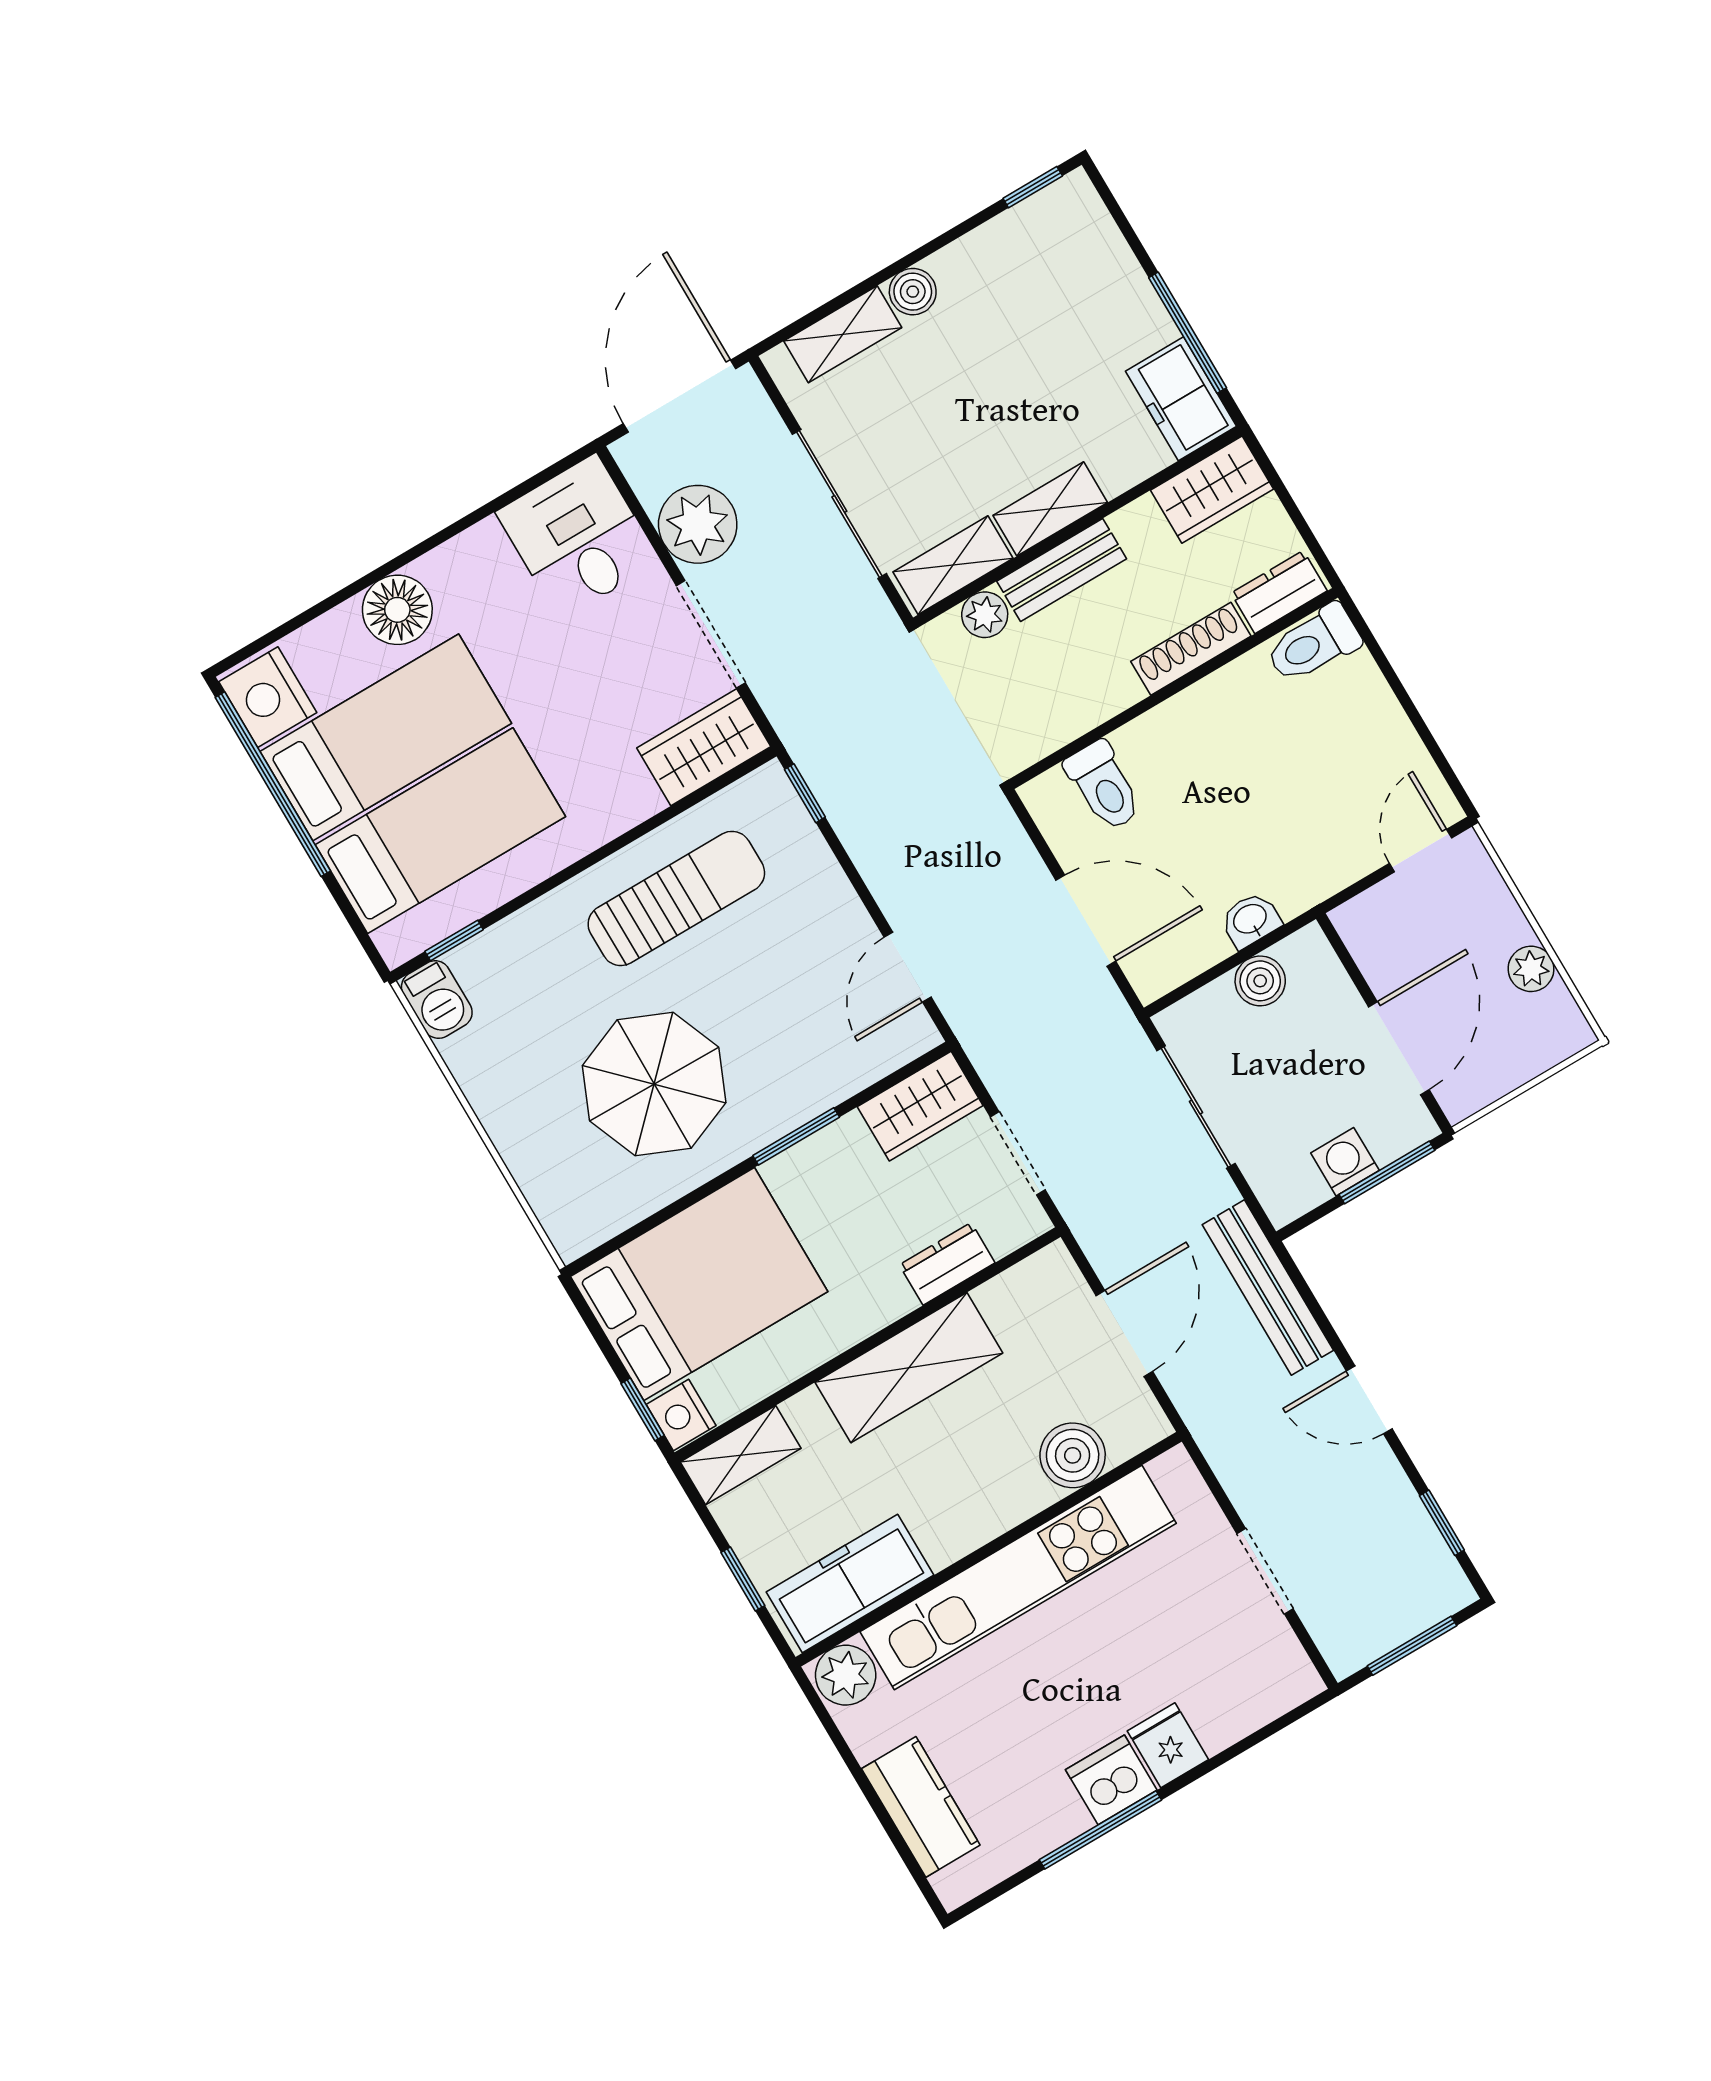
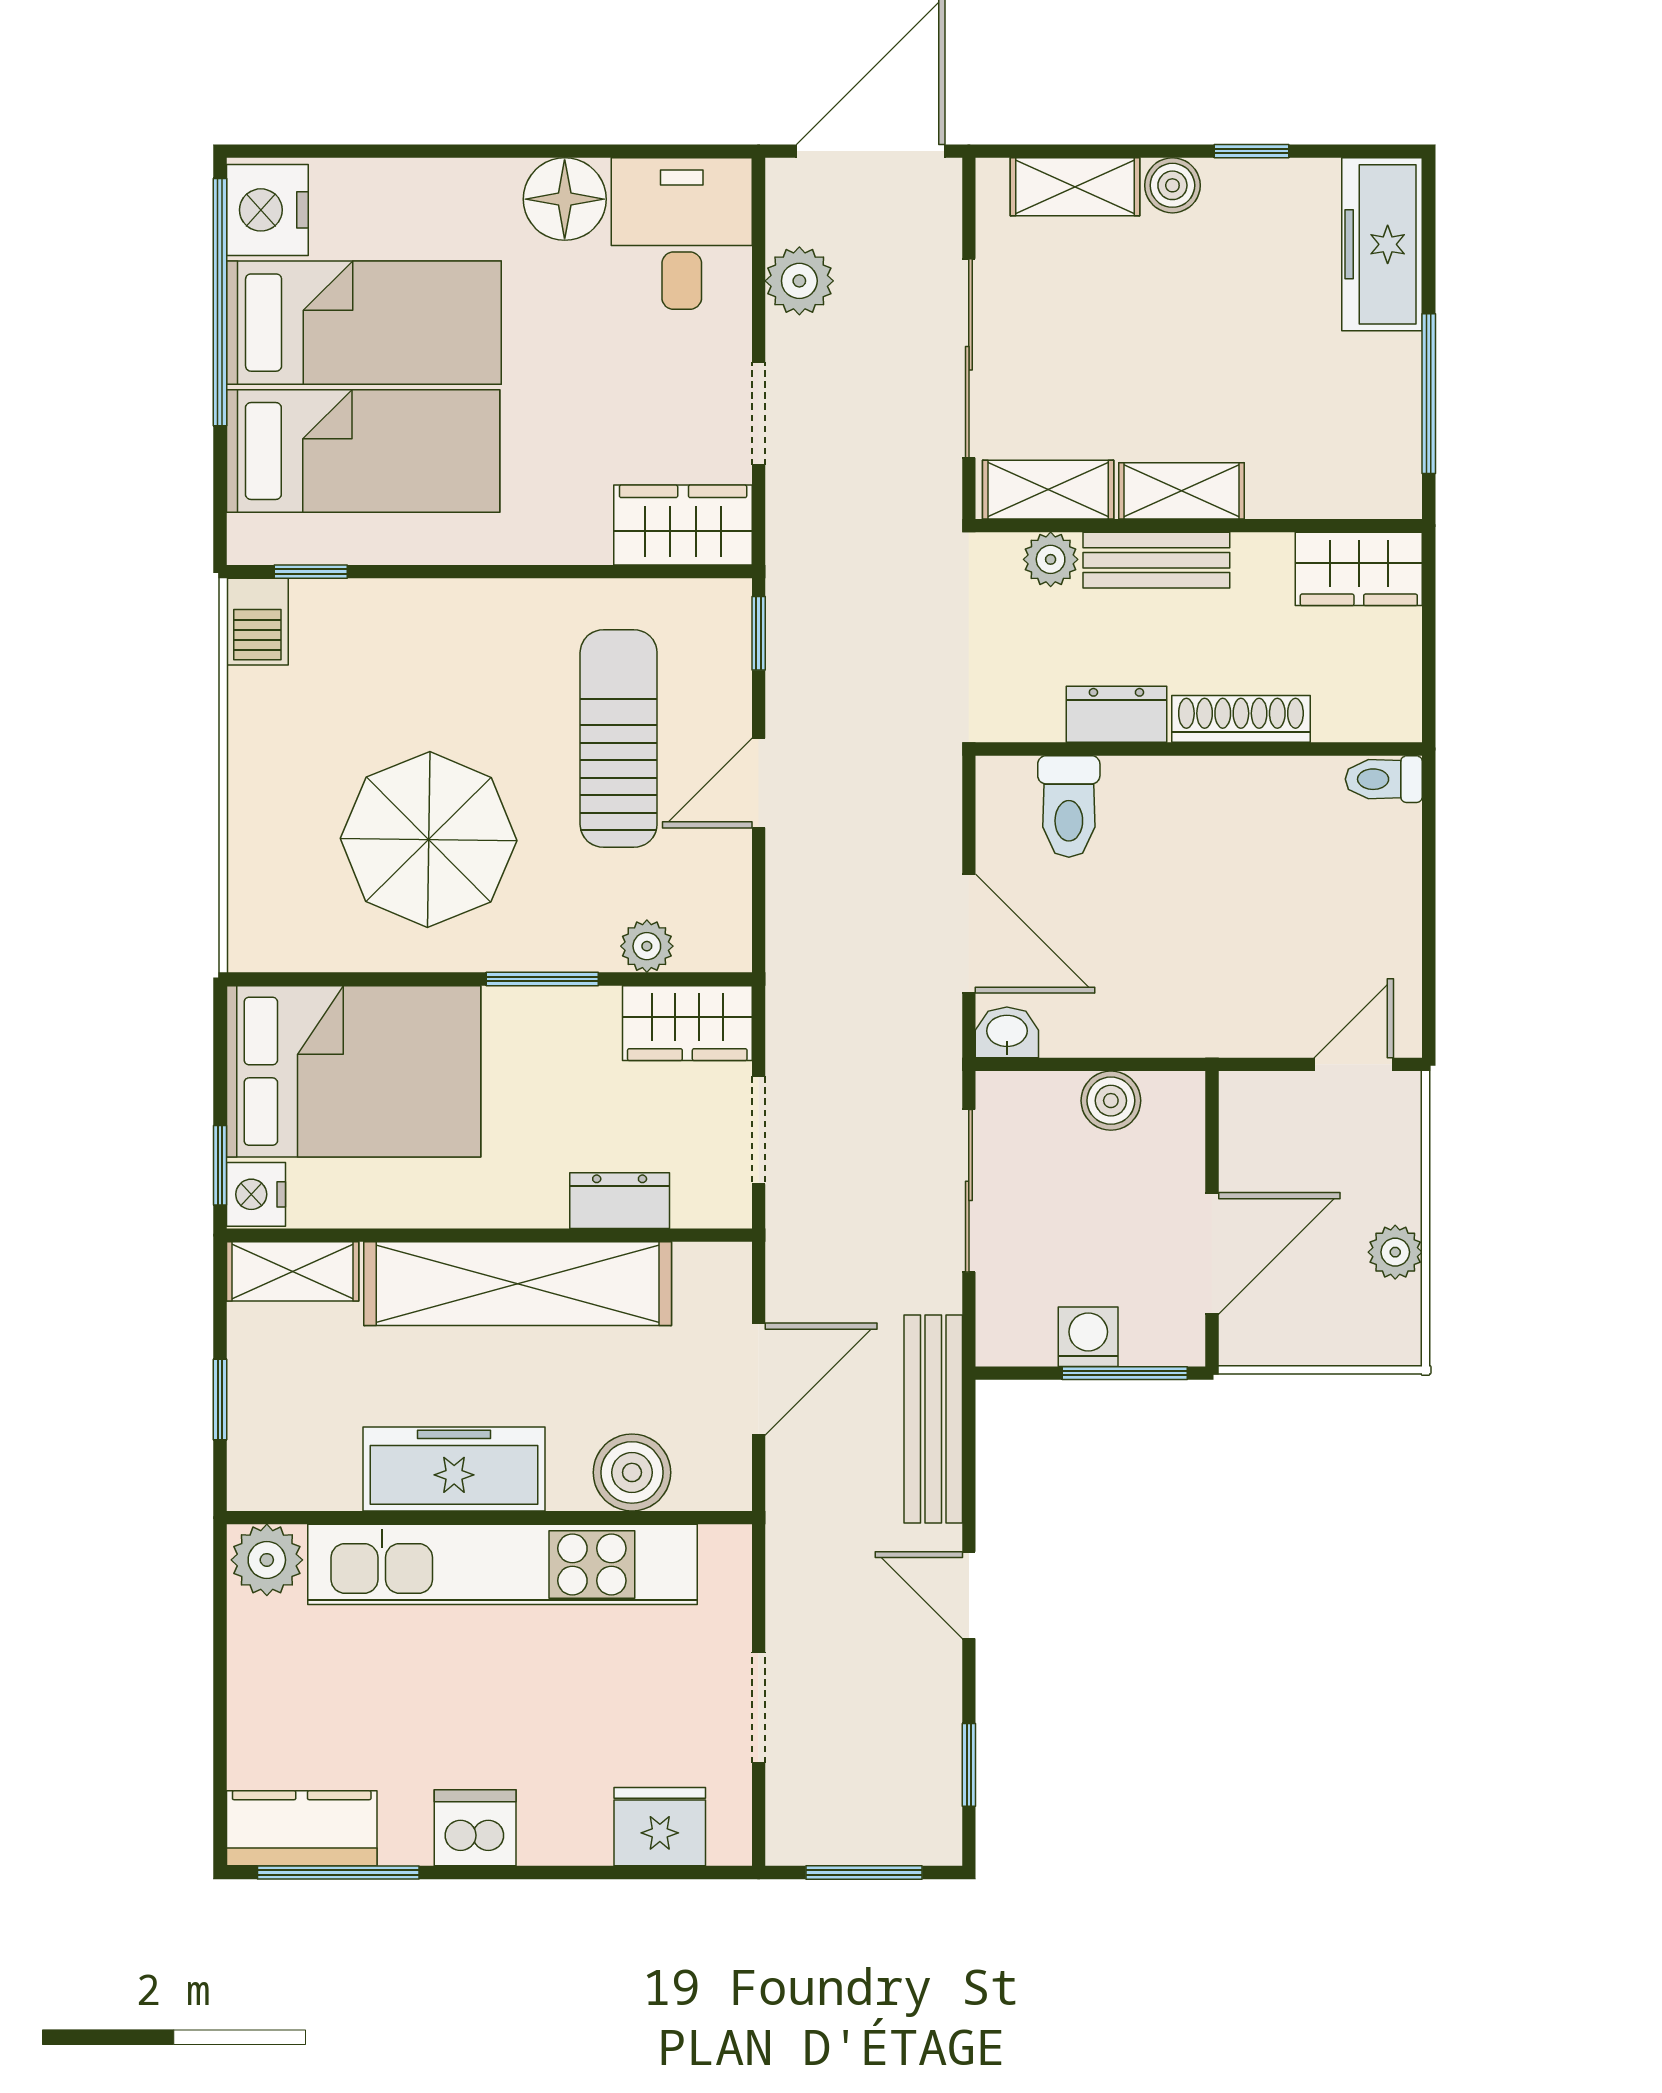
window: (1033, 187) -> (1251, 151), moved
freezer: (1181, 399) -> (1382, 244), moved, width x1.40
plant: (698, 524) -> (799, 281), width x0.73, depth x0.73
dresser: (1279, 592) -> (1116, 714), moved
floor lamp: (397, 610) -> (565, 199), moved
doorway: (711, 634) -> (759, 414), width x0.73
toilet: (1313, 644) -> (1384, 779), width x0.73, depth x0.72
sun lounger: (676, 898) -> (619, 739), moved, turned -90
washbasin: (1251, 920) -> (1007, 1032), moved
door: (908, 967) -> (759, 783), moved
plant: (858, 1068) -> (647, 946), added
shelving: (909, 1368) -> (518, 1284), width x1.47
freezer: (850, 1584) -> (454, 1469), moved
fridge: (1168, 1745) -> (660, 1827), moved, width x1.38
kitchen counter: (921, 1807) -> (302, 1828), moved, turned -90
window: (1100, 1830) -> (338, 1872), moved

